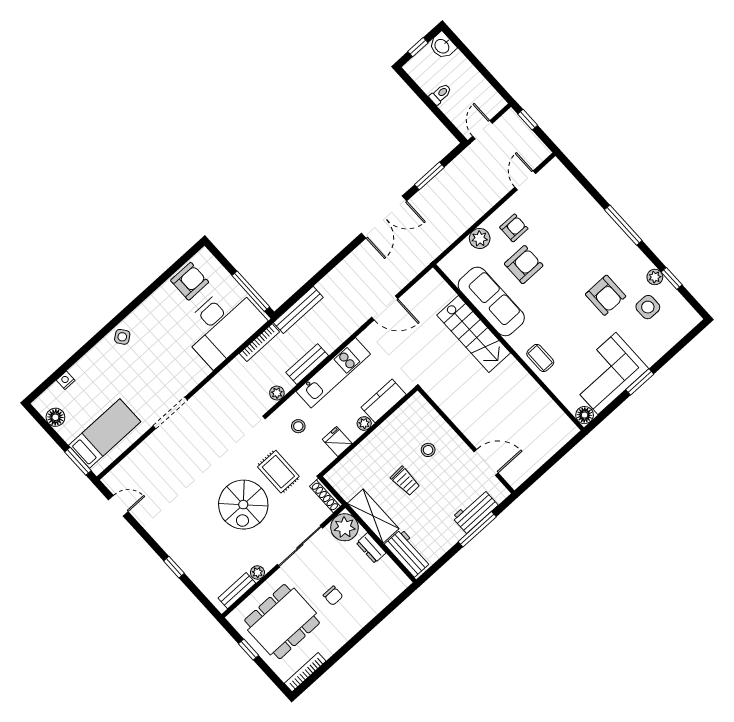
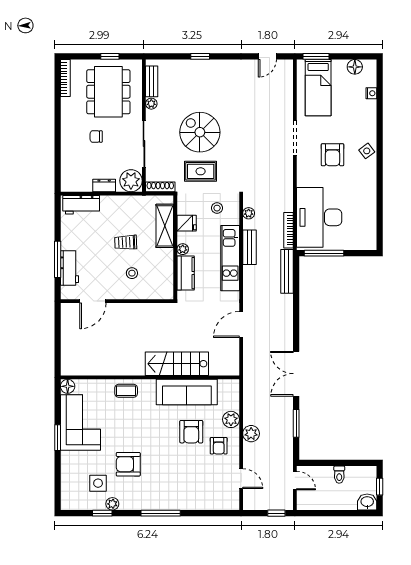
plant: (476, 208) -> (251, 434), added
armchair: (190, 281) -> (333, 155), moved
shelving: (373, 516) -> (165, 226), moved, turned 90

